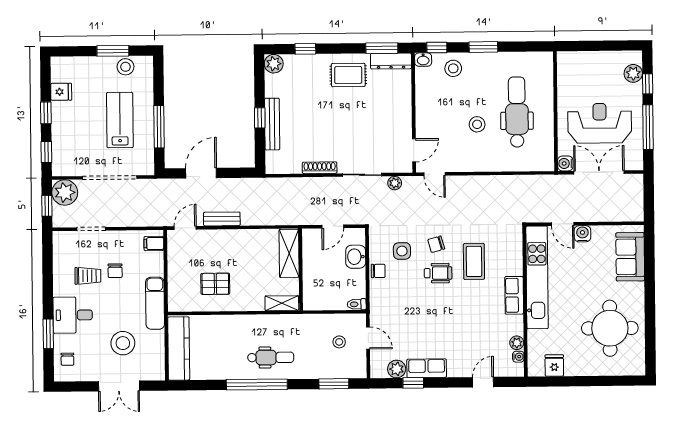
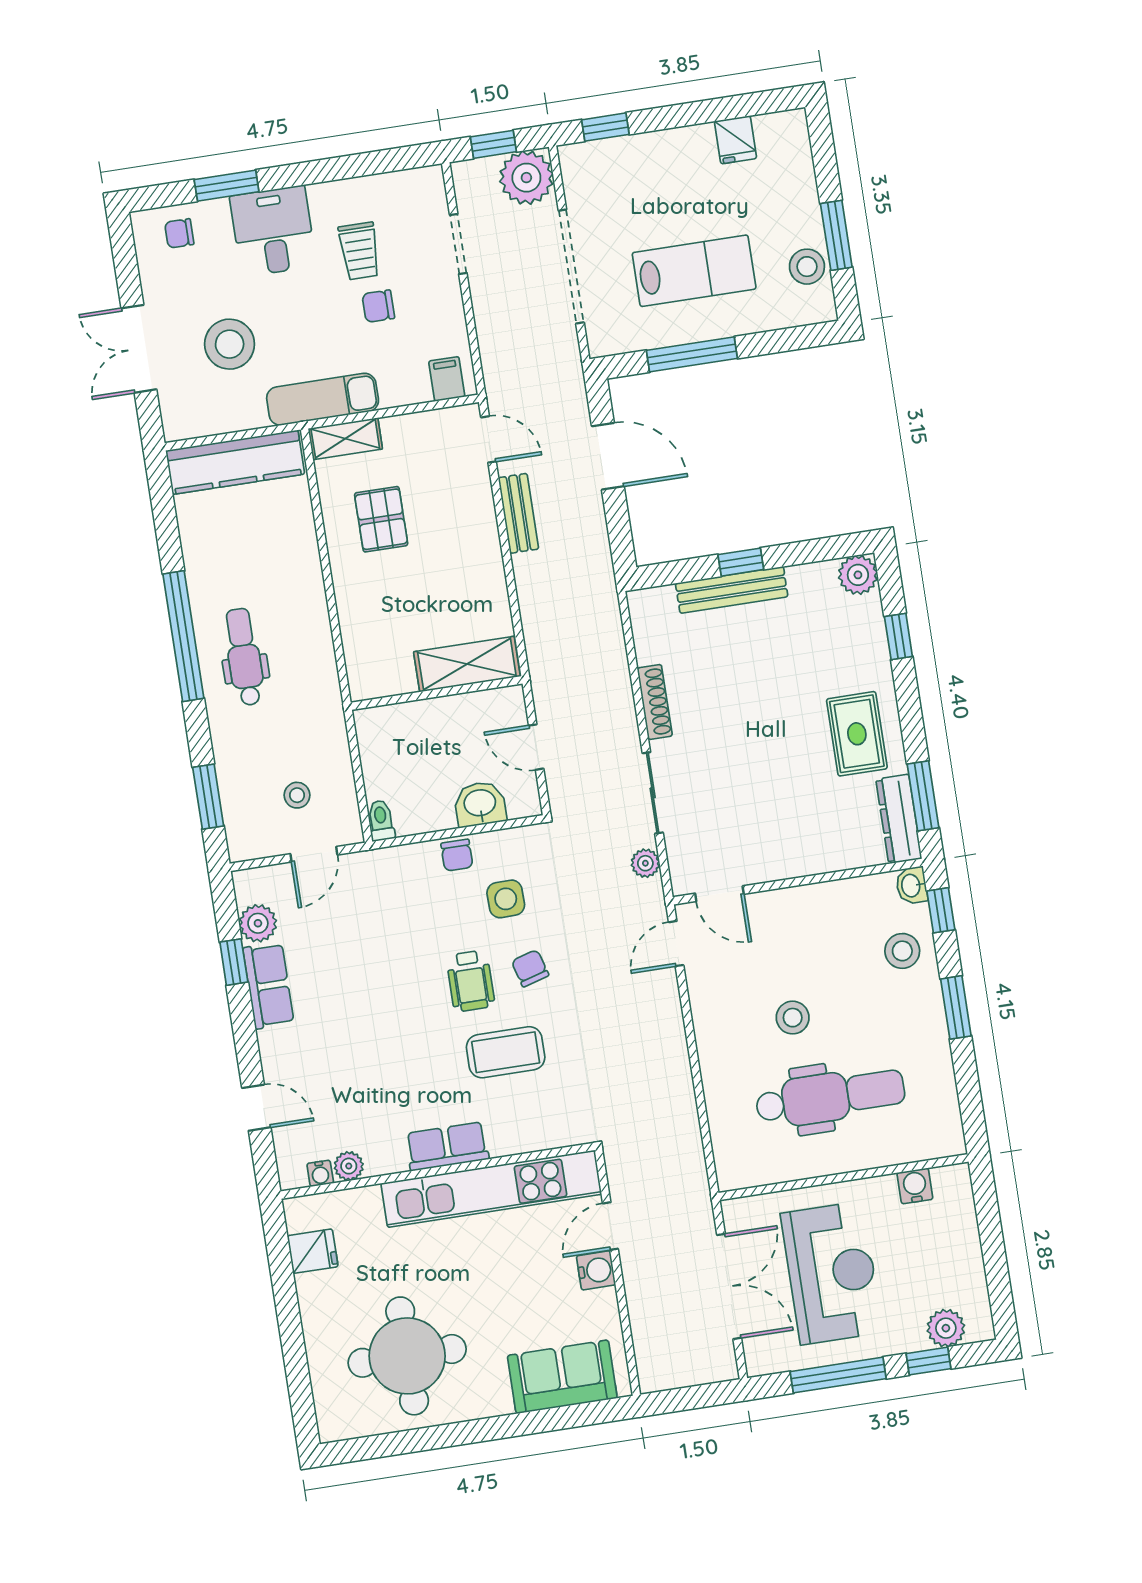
window: (46, 113) -> (687, 114), removed
water cooler: (565, 163) -> (915, 1186), moved
shelving: (282, 303) -> (345, 439), moved, turned 90
dental chair: (271, 357) -> (244, 657), turned 180

